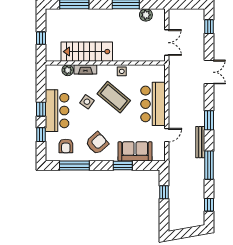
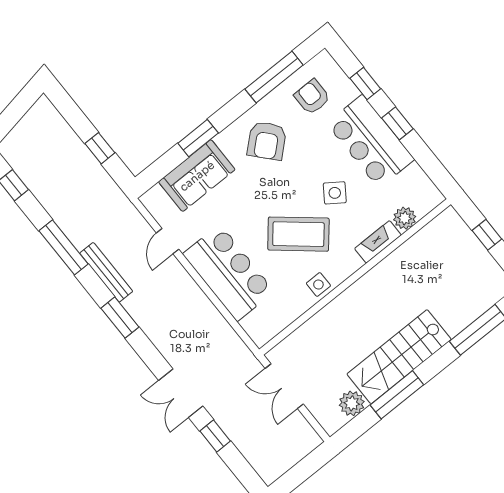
window: (209, 27) -> (215, 436), moved
stairs: (87, 52) -> (399, 357), moved, turned 180

